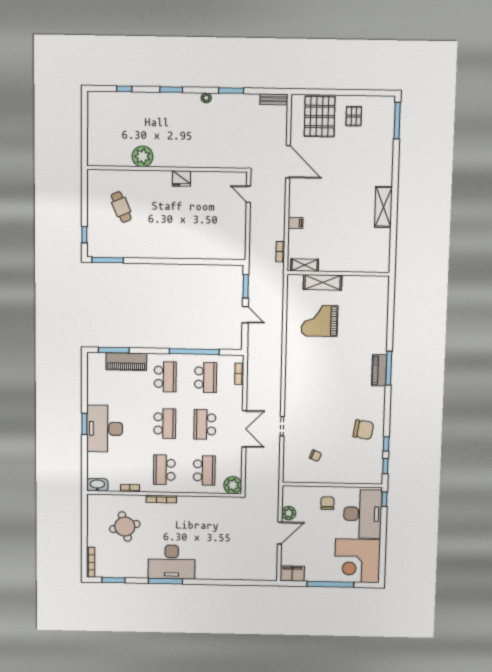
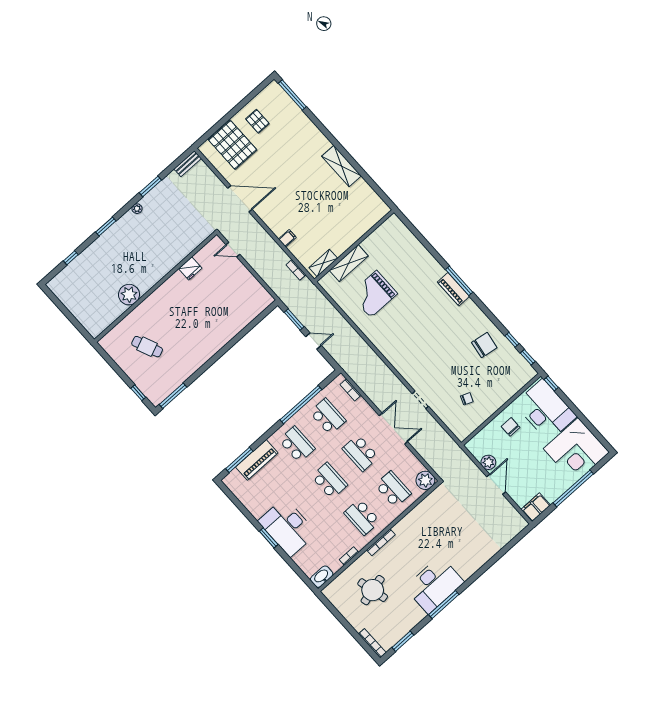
fridge: (181, 179) -> (190, 268), moved

